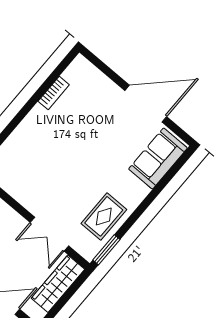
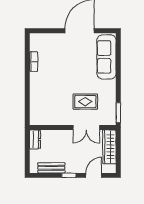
sofa: (158, 159) -> (107, 57), width x1.36
rug: (104, 216) -> (85, 102), moved, turned 90

